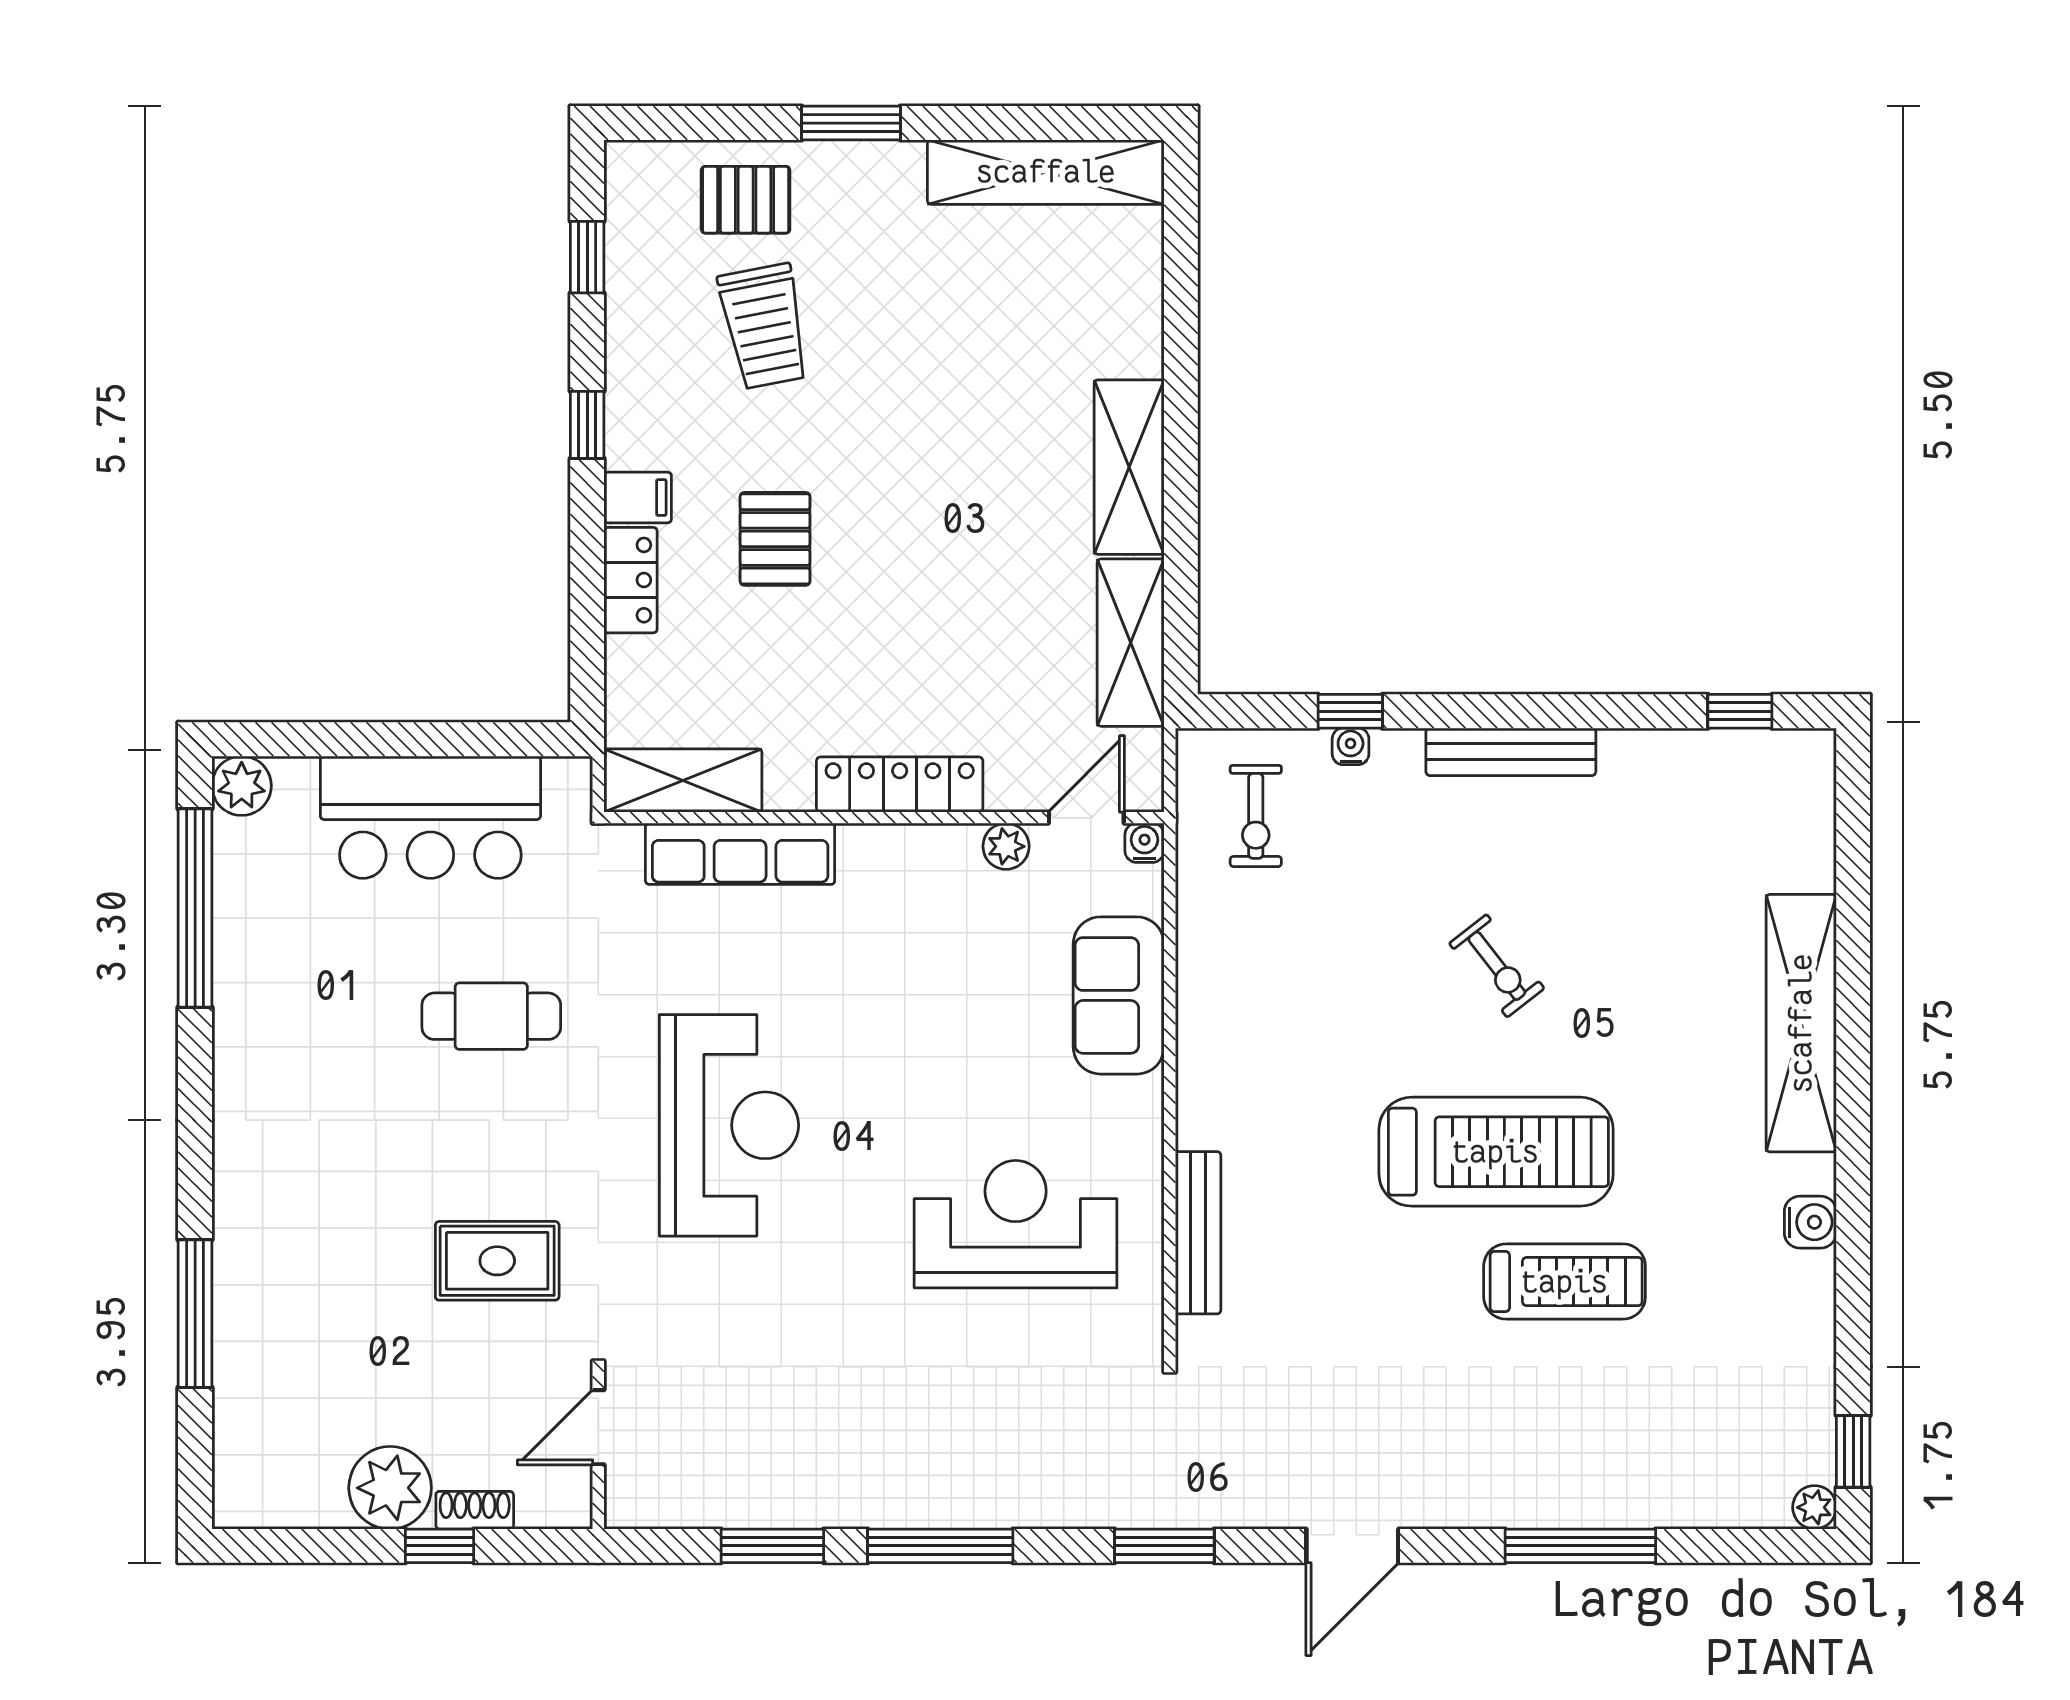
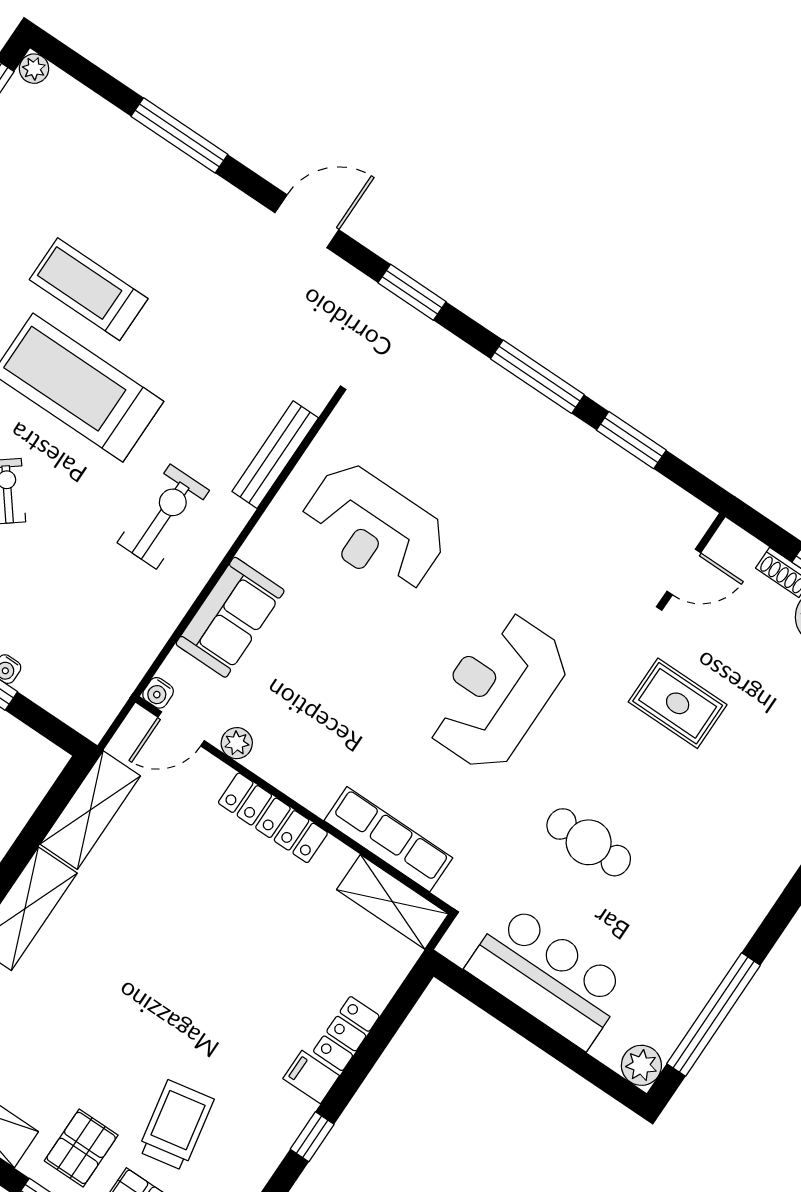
pallet: (775, 539) -> (81, 1148), moved
exercise bike: (1256, 816) -> (163, 517), moved, width x1.38, depth x1.39

